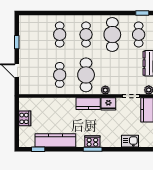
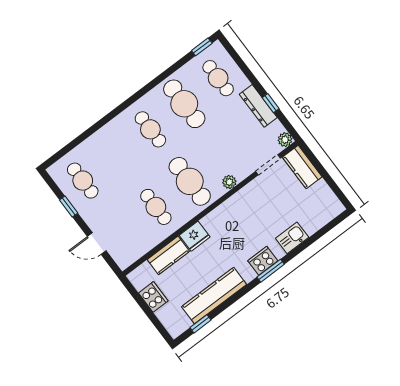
cafe table: (60, 35) -> (83, 181), moved
kitchen counter: (88, 104) -> (168, 255), moved
fridge: (108, 104) -> (195, 236), moved
kitchen sink: (130, 141) -> (292, 238), moved

